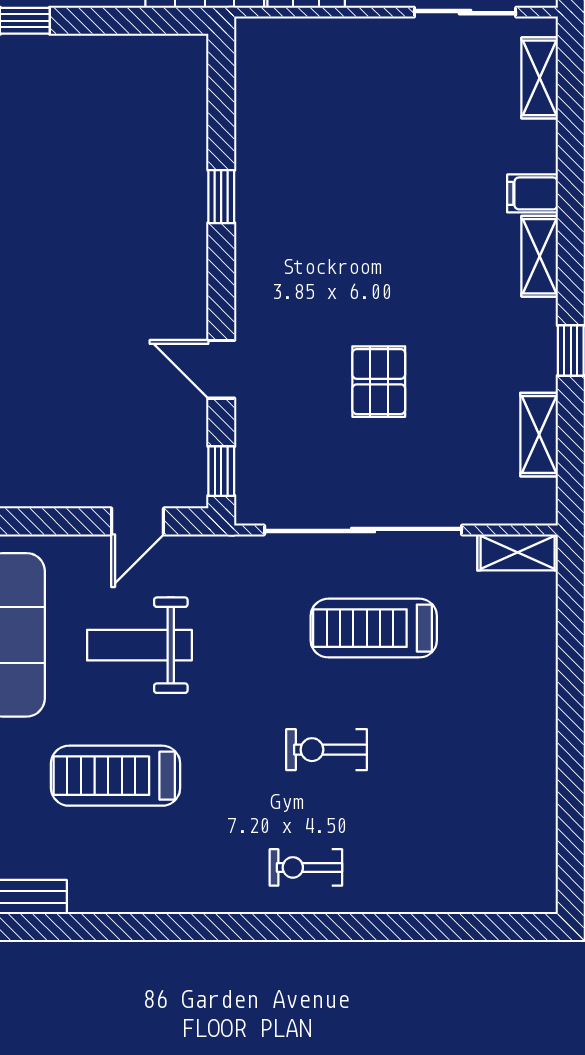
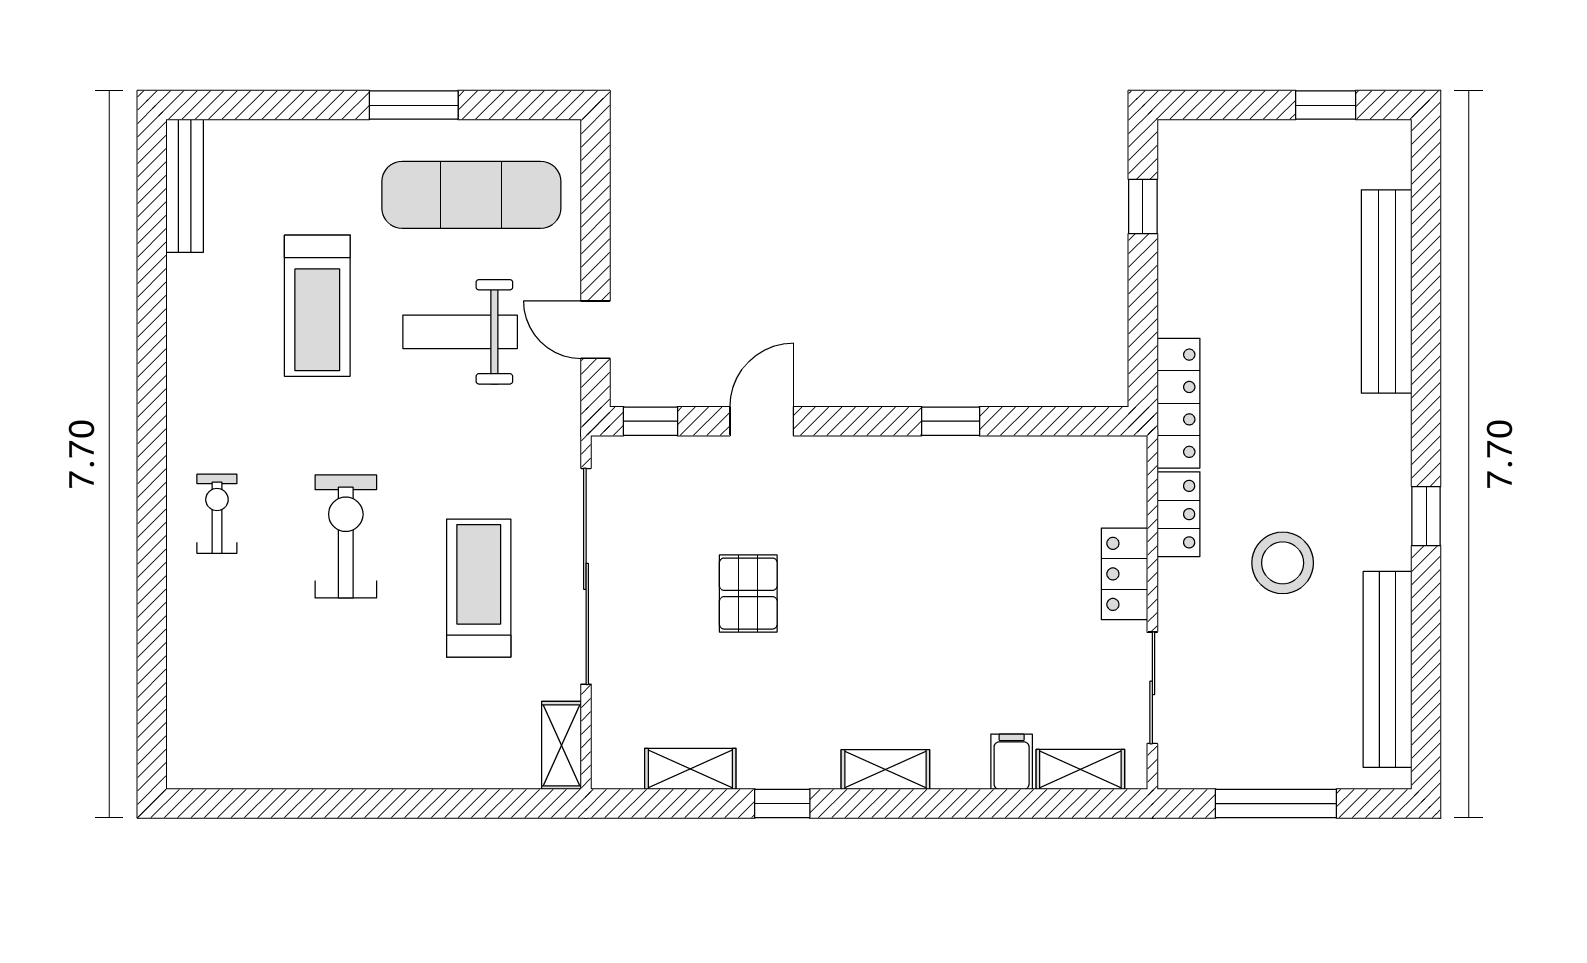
locker: (361, 38) -> (1124, 574), added
filing cabinet: (533, 193) -> (1012, 762), moved
pallet: (379, 382) -> (748, 594), turned 90
weight bench: (139, 645) -> (460, 332), turned -90
exercise bike: (327, 750) -> (346, 536), width x1.38, depth x1.39
treadmill: (116, 776) -> (317, 306), turned 180

